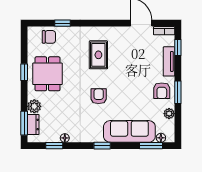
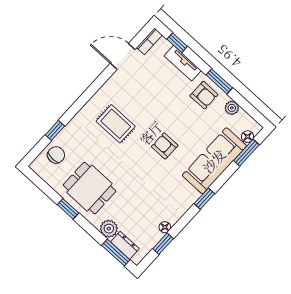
armchair: (99, 96) -> (165, 146), moved

